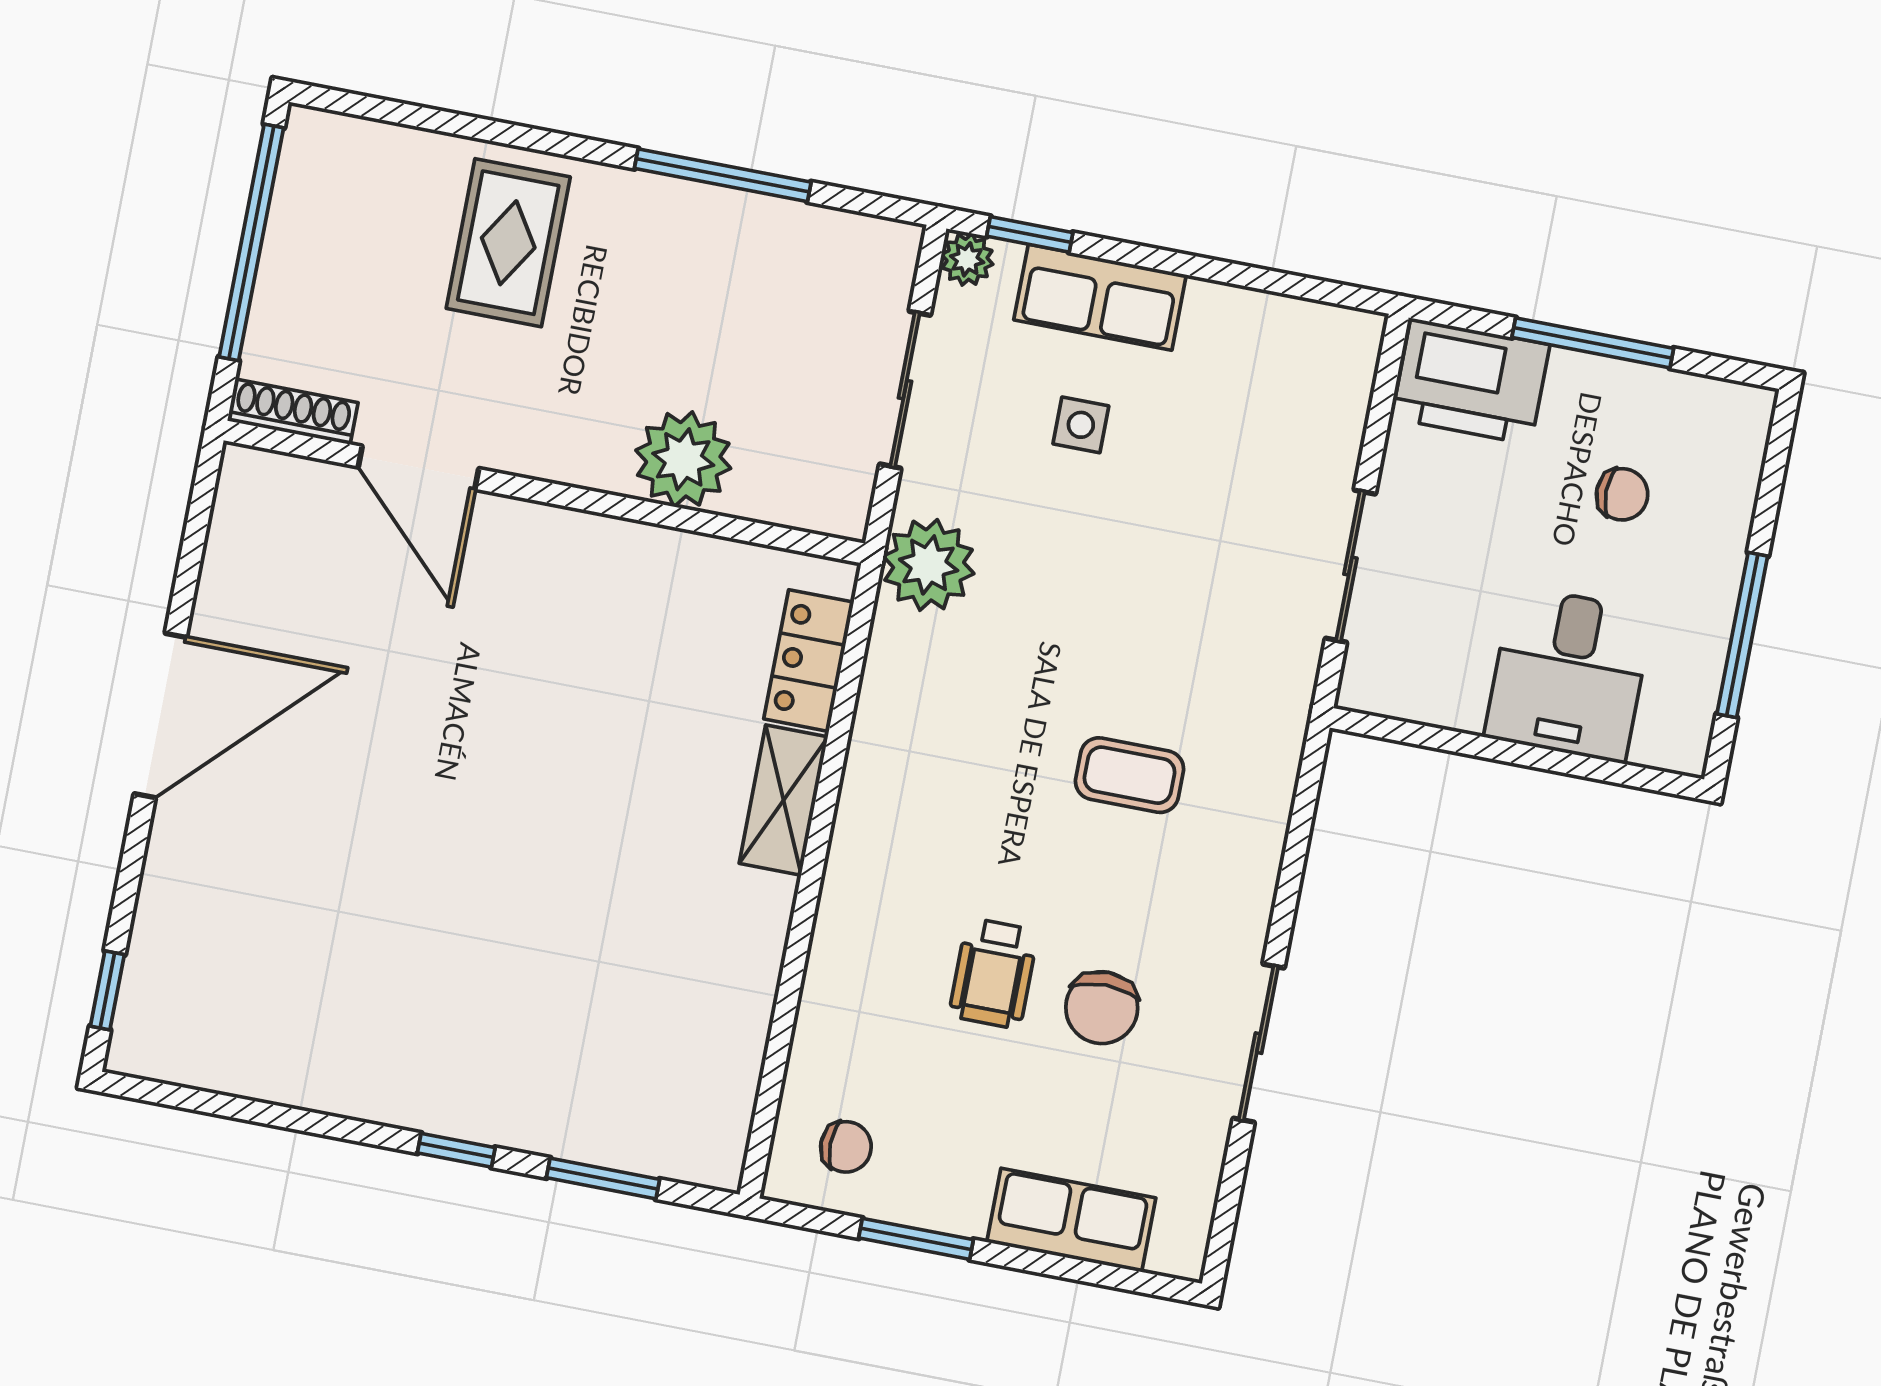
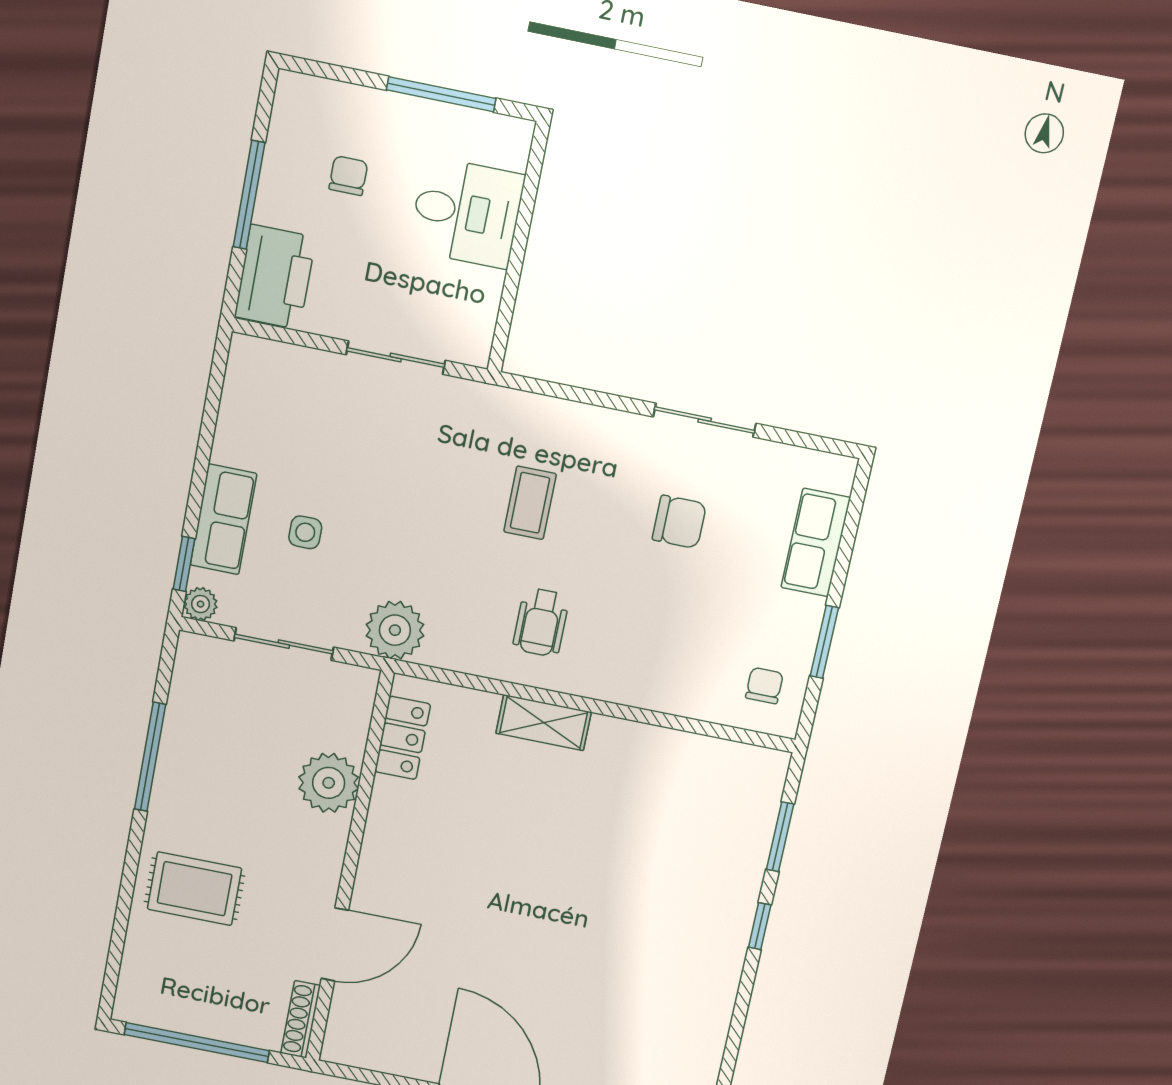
locker: (809, 661) -> (403, 738), moved, turned -90
wheelchair: (993, 973) -> (541, 622), moved, turned 90

